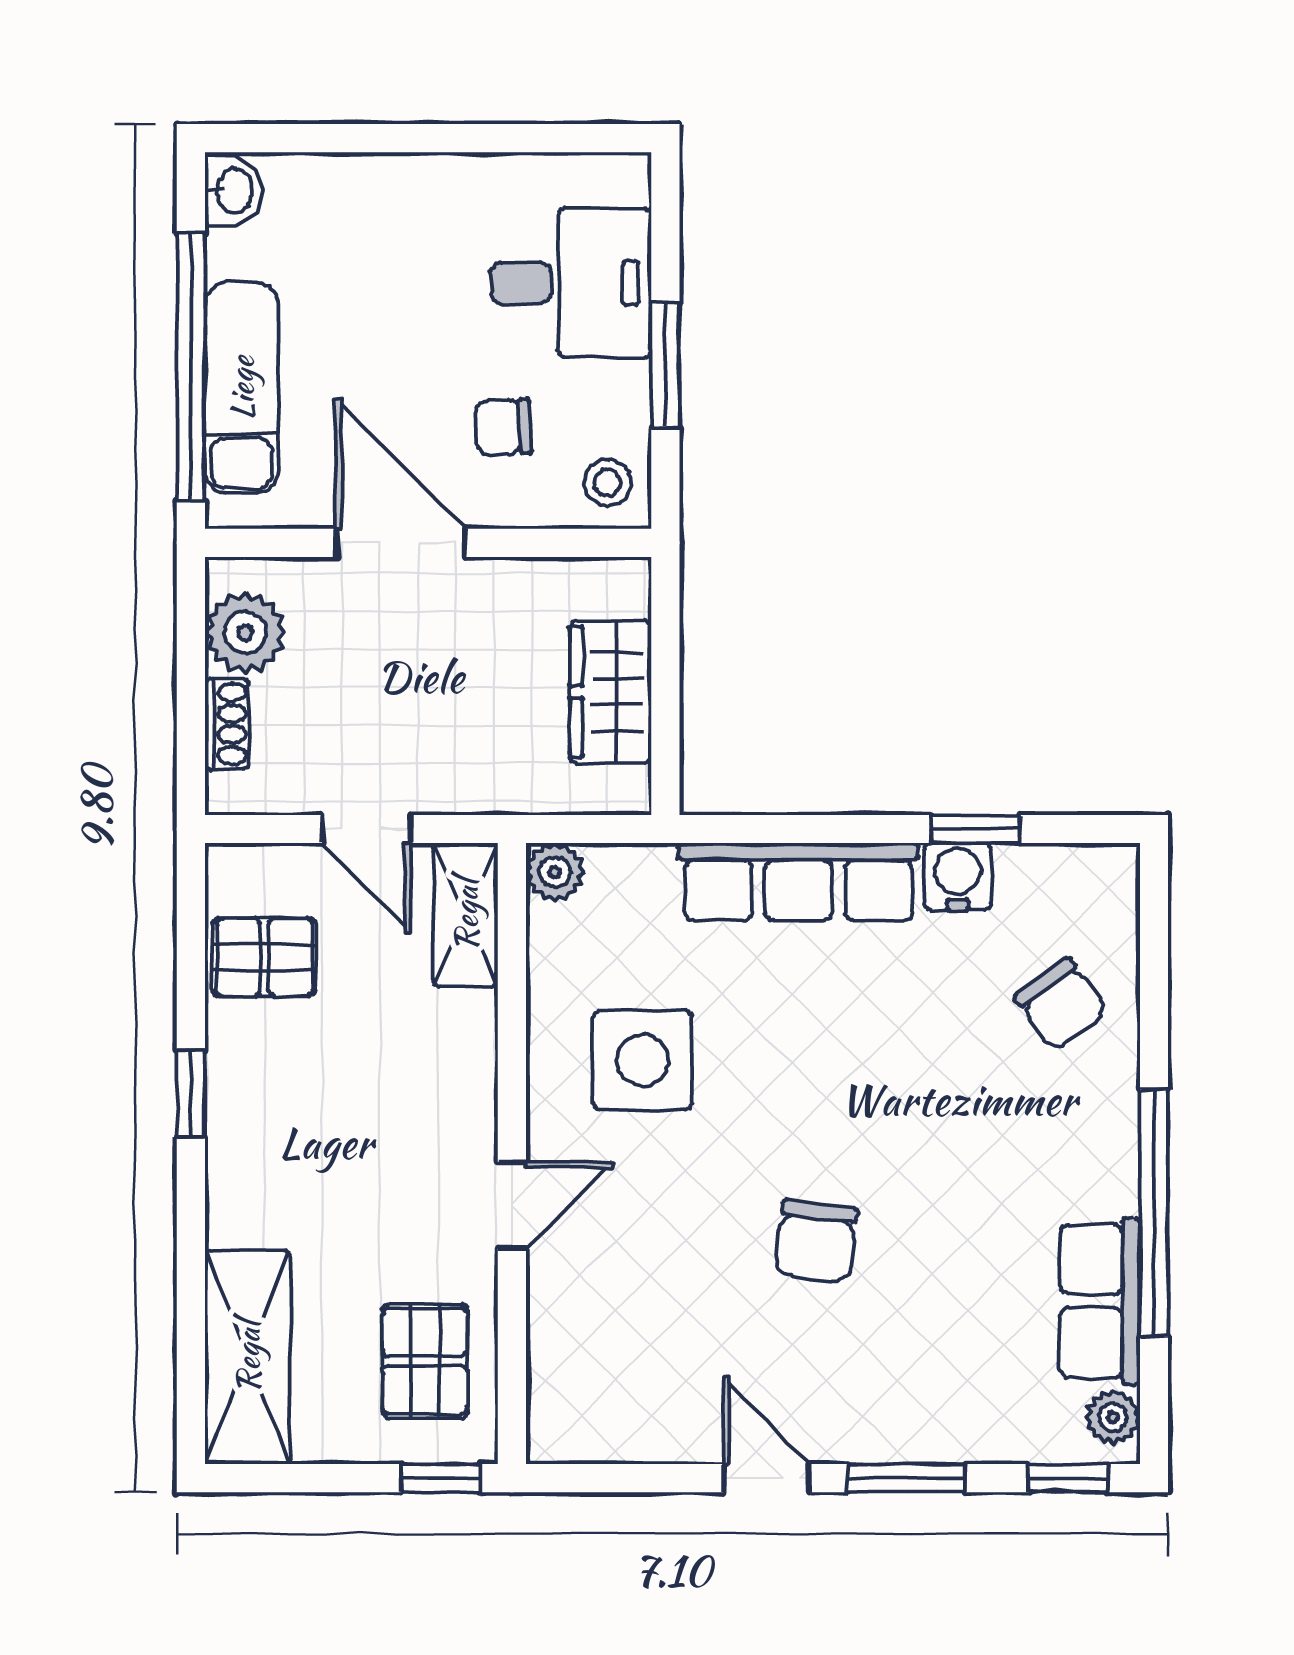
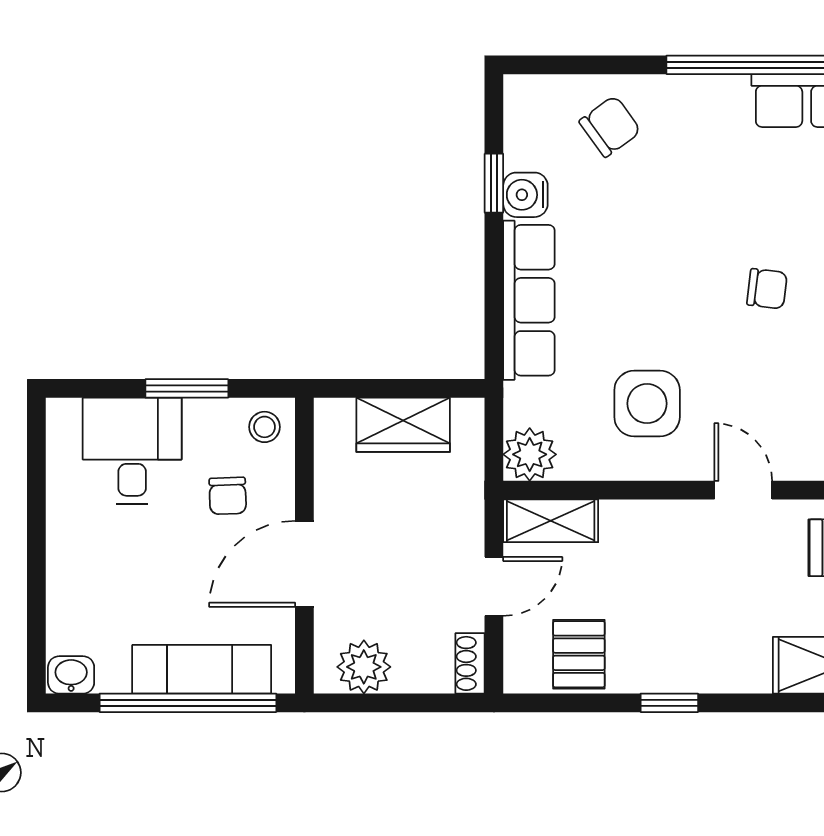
shoe rack: (227, 724) -> (470, 663), moved, turned -90
plant: (555, 872) -> (530, 454), width x1.38, depth x1.38
chair: (816, 1241) -> (767, 289), width x0.73, depth x0.73

